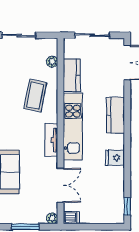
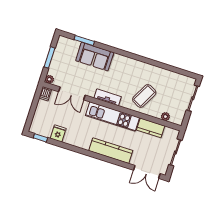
coffee table: (35, 96) -> (144, 96), turned -73
kitchen counter: (115, 115) -> (111, 151), width x1.50
fridge: (115, 158) -> (58, 133), moved

